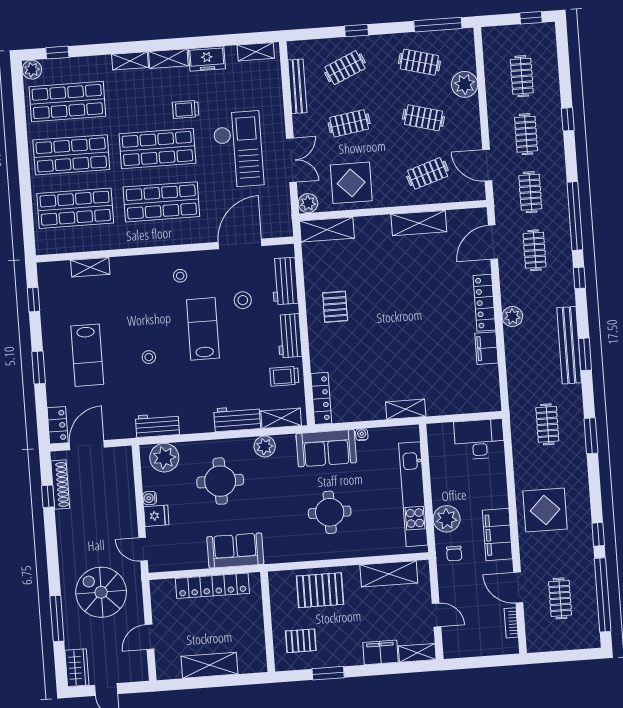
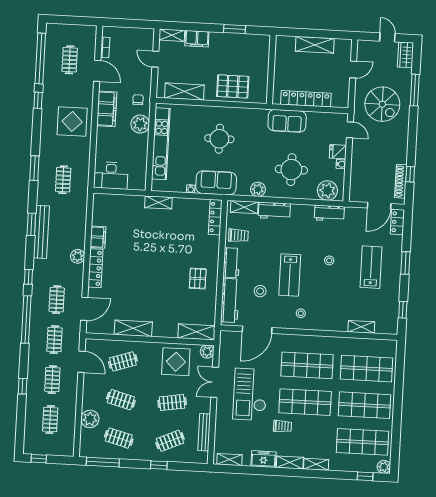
workbench: (285, 281) -> (230, 300), width x1.37
pallet: (301, 641) -> (250, 54), removed

